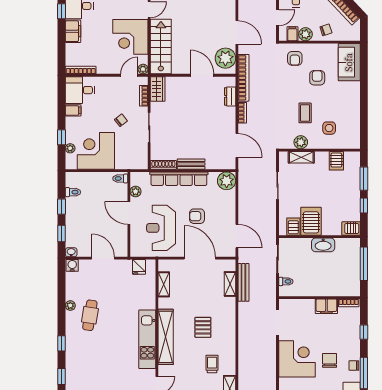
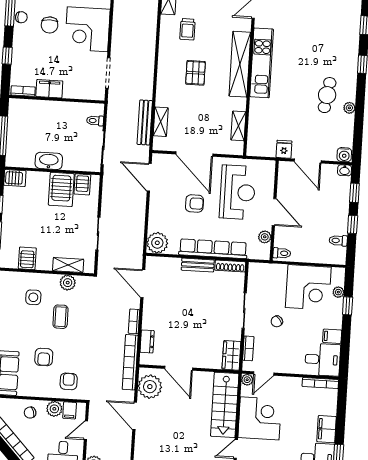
fridge: (139, 267) -> (284, 149), moved

